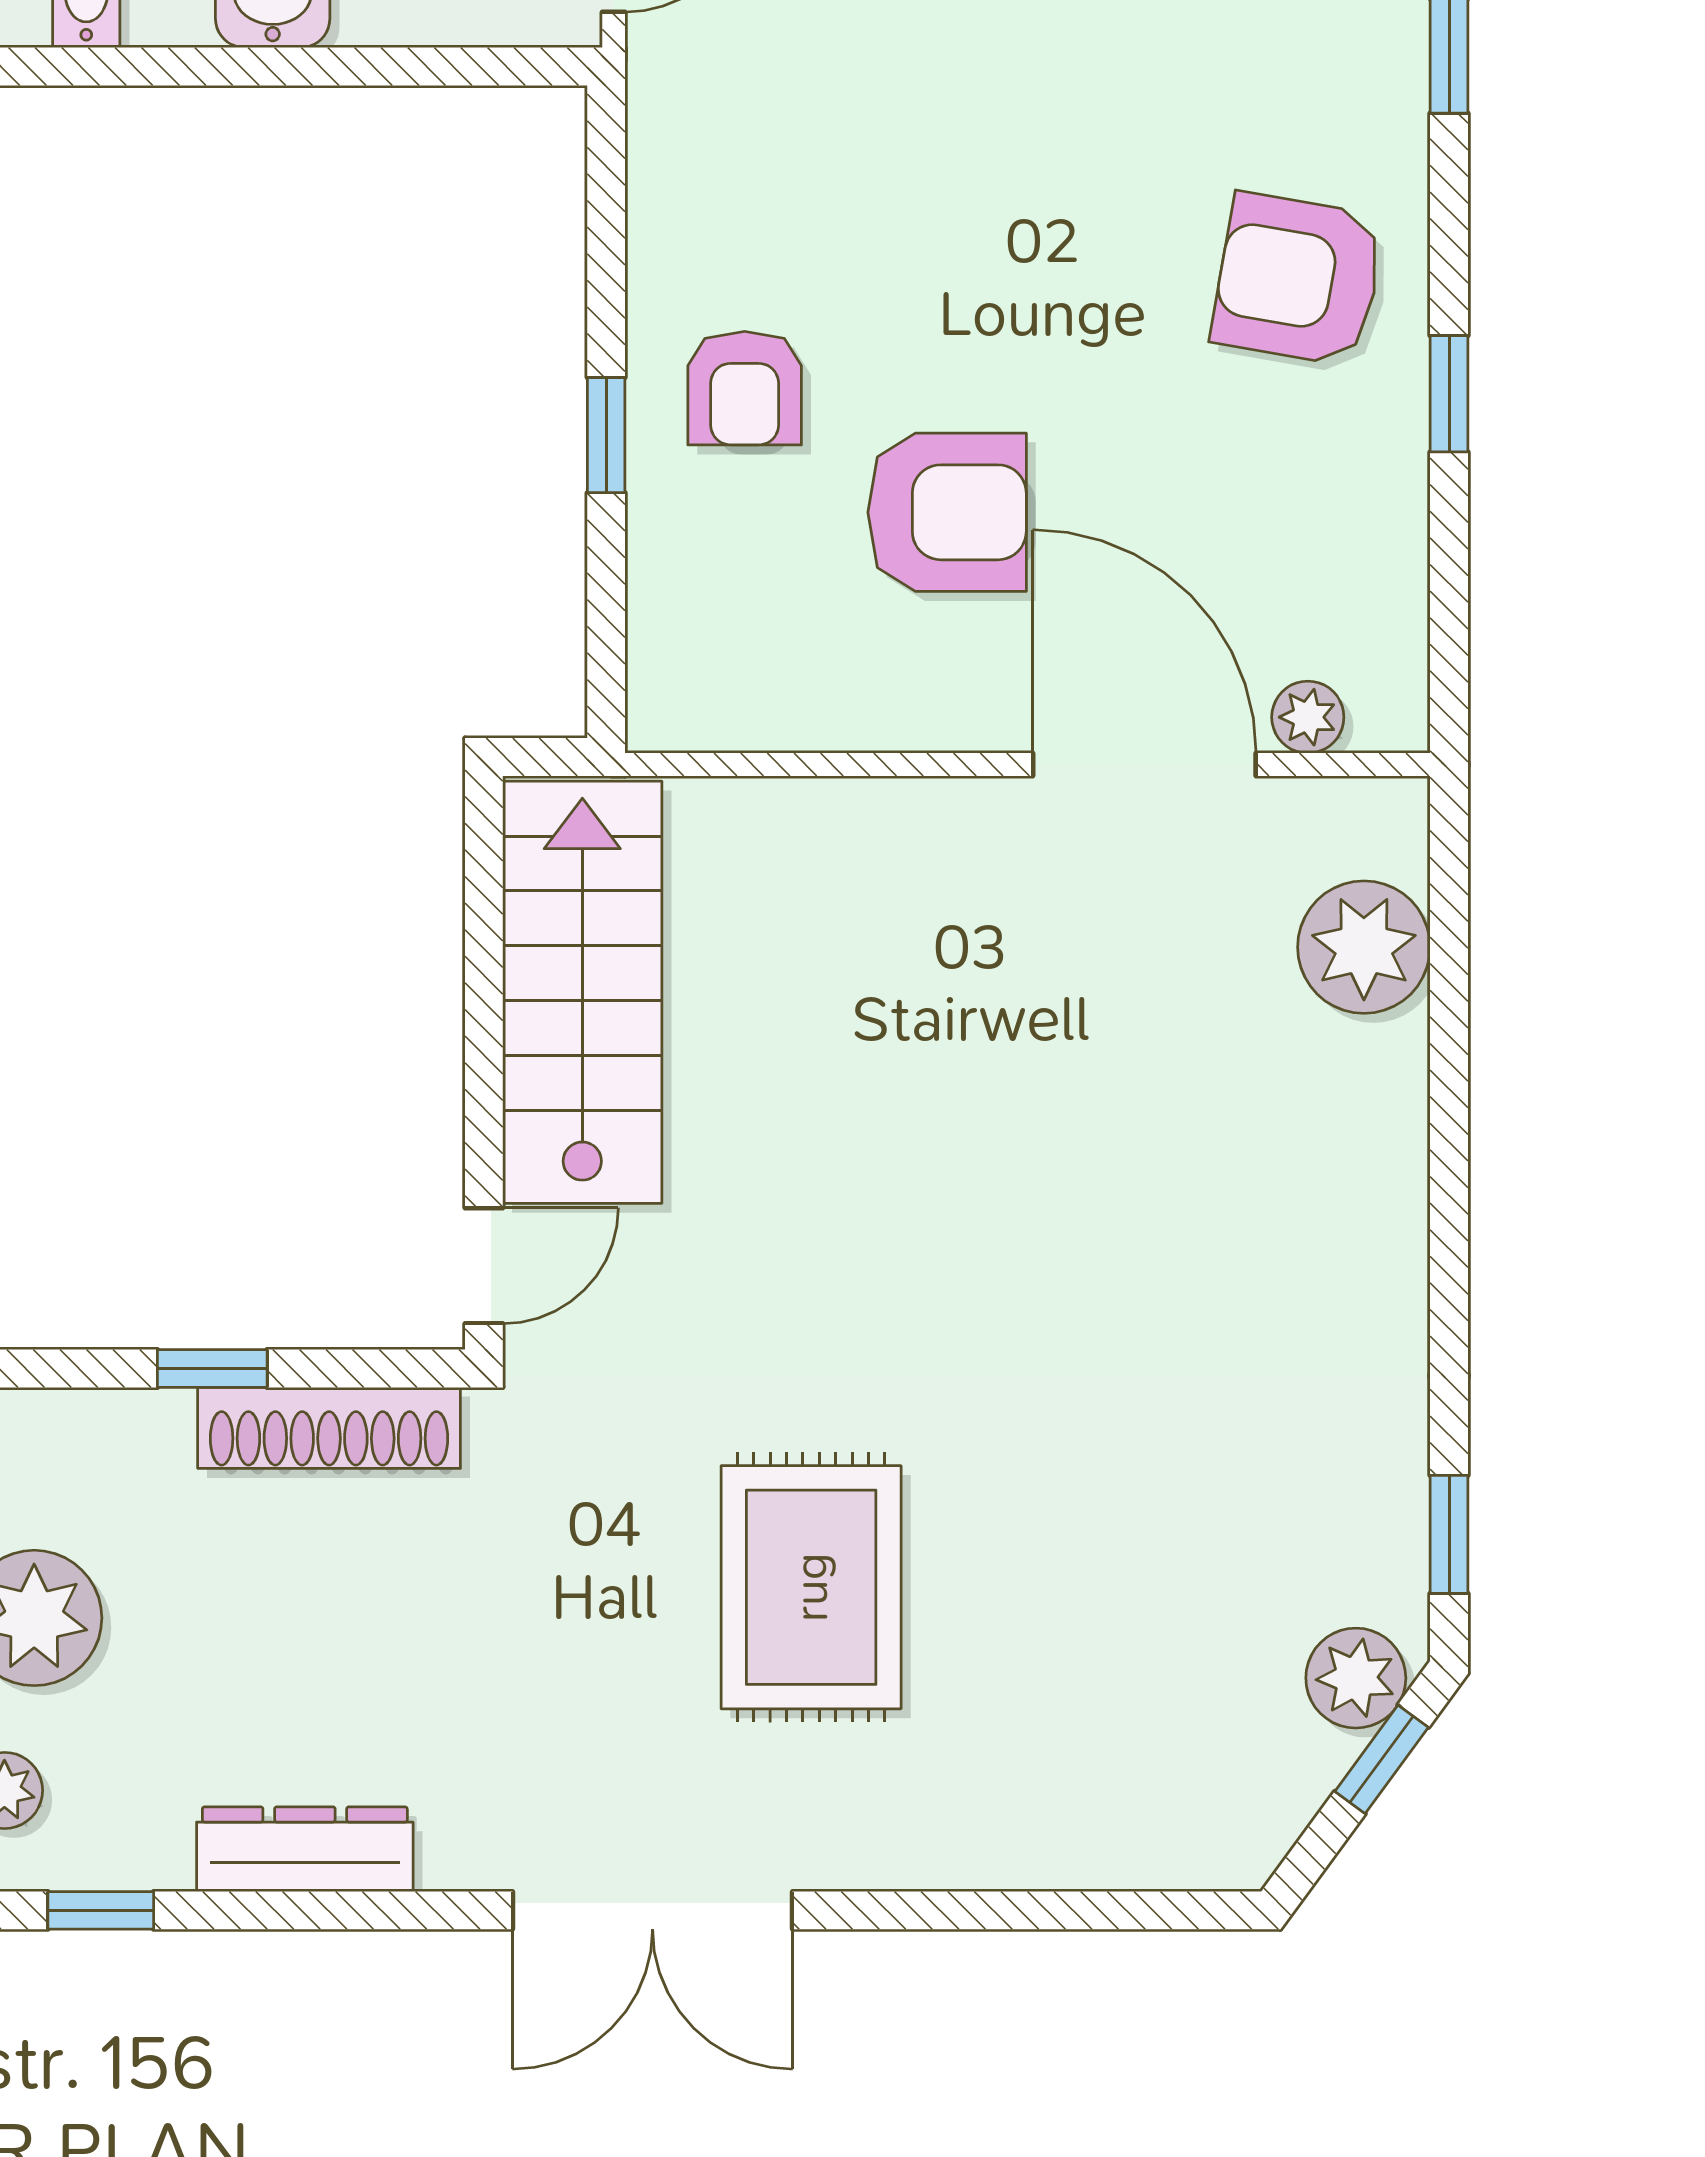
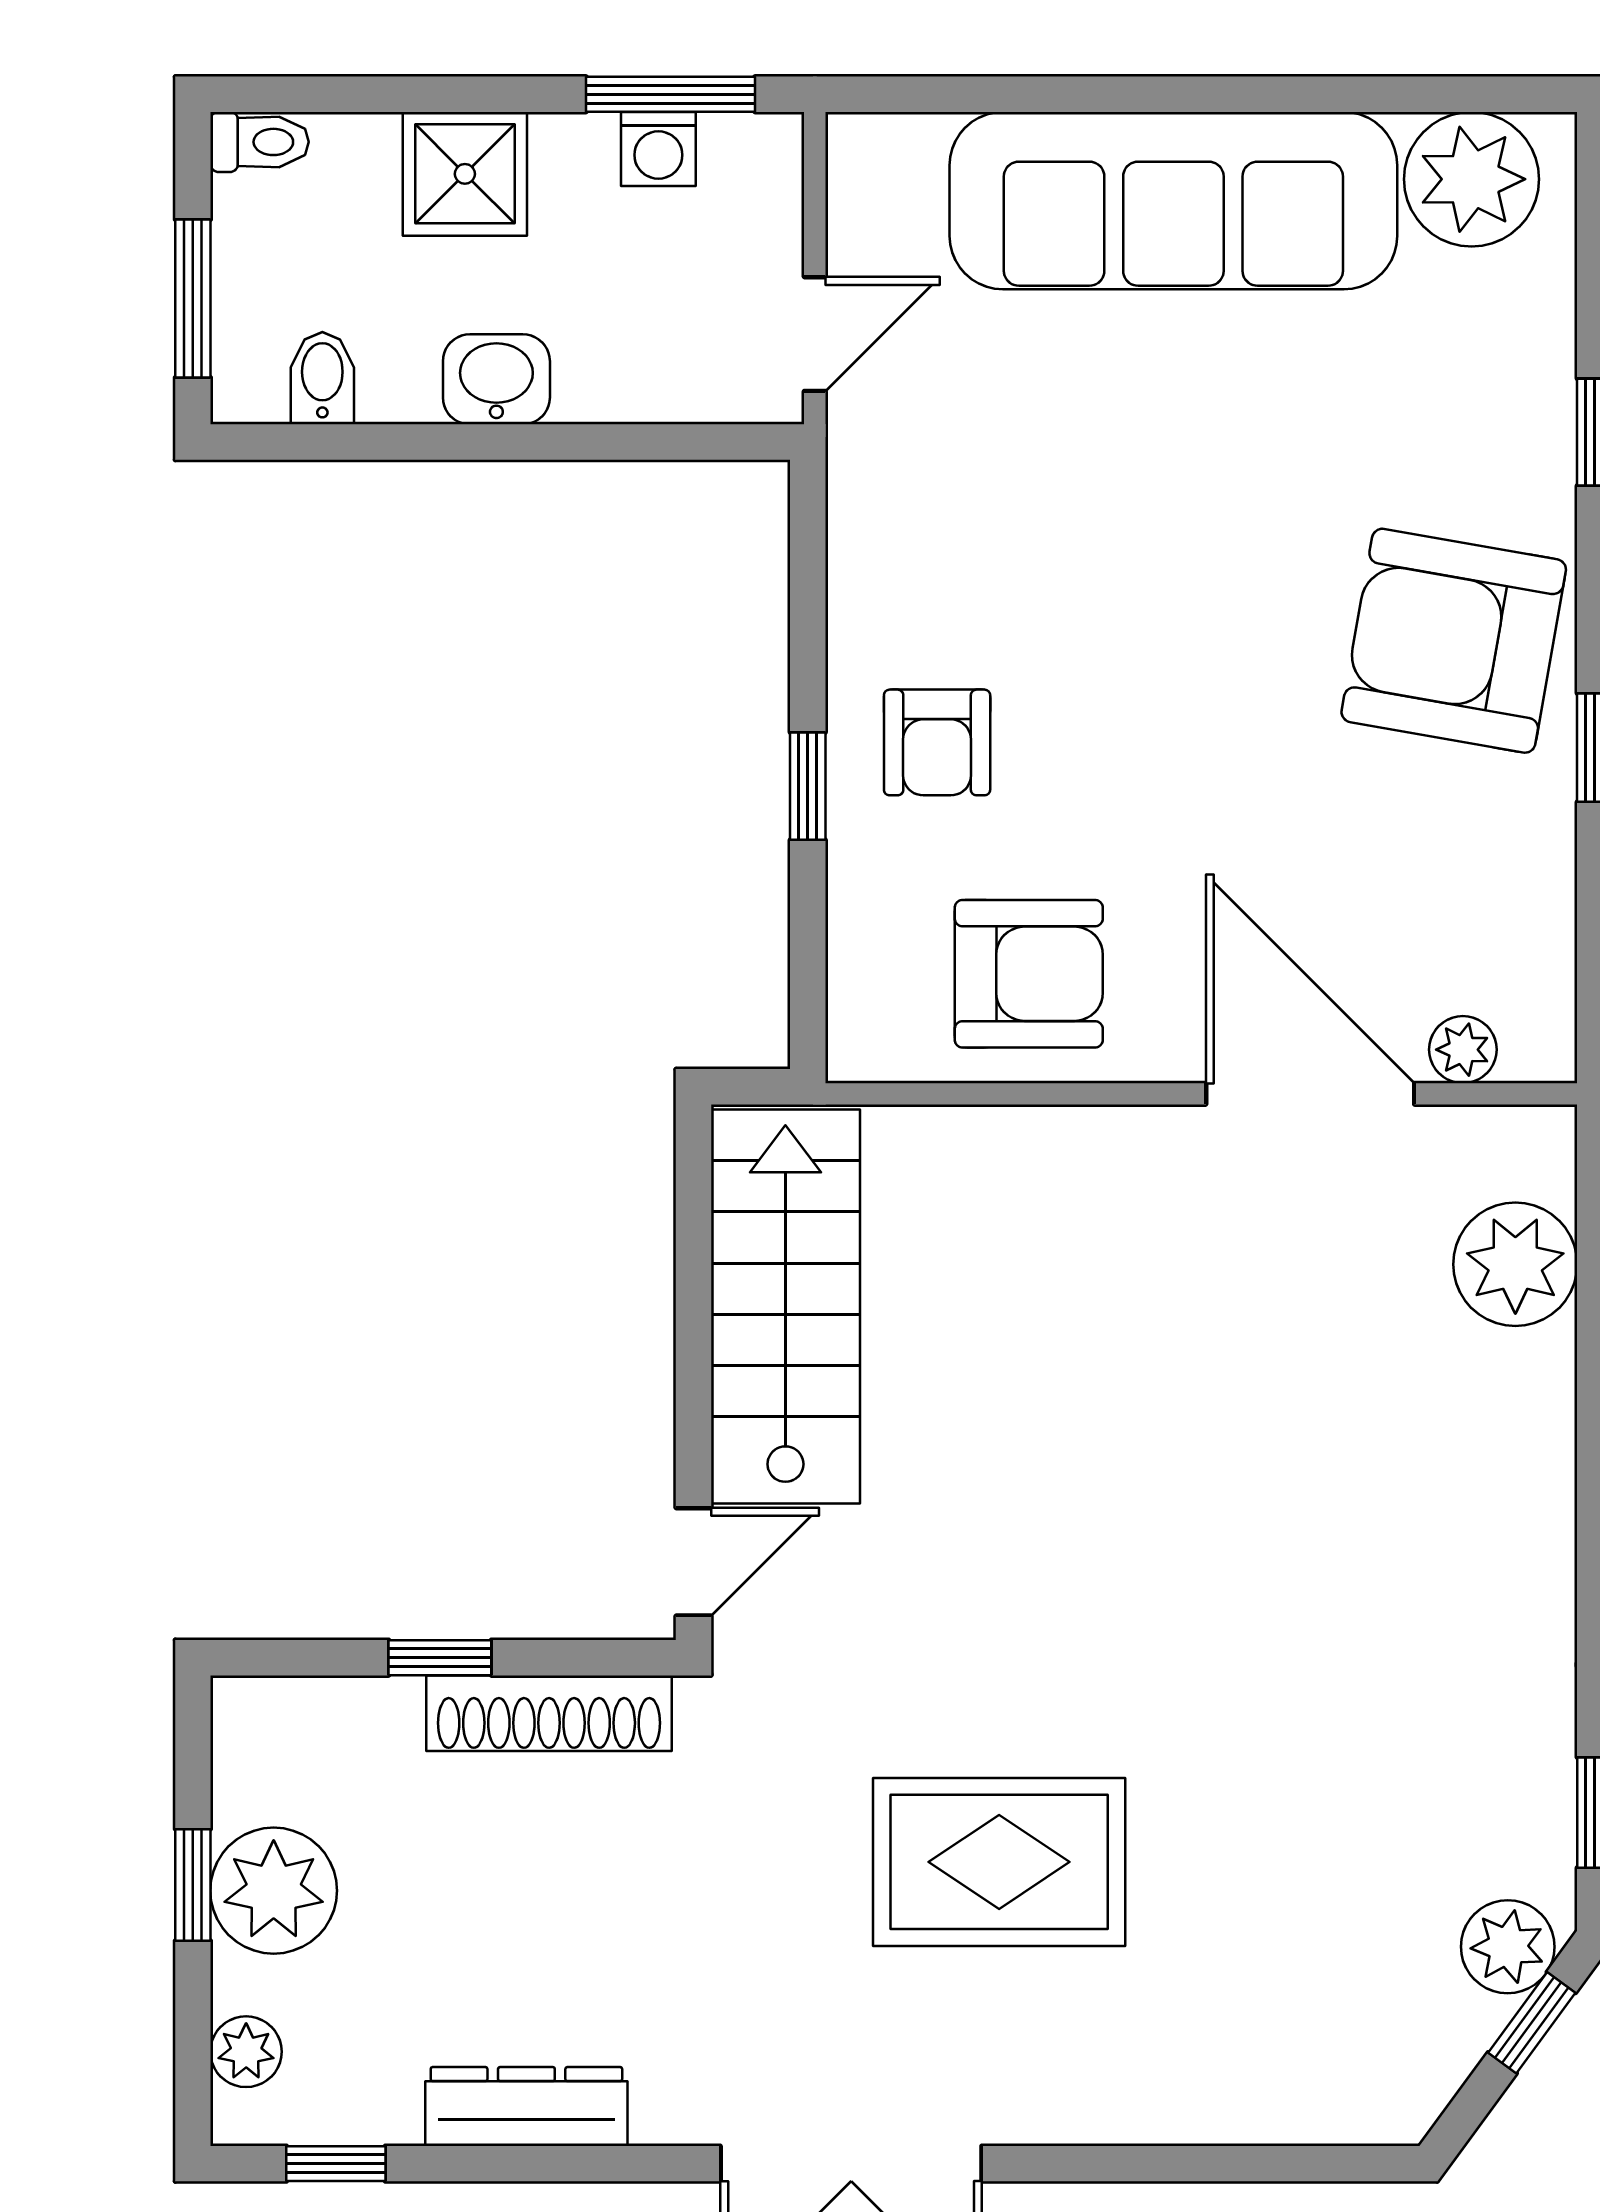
armchair: (1298, 279) -> (1454, 641), width x1.36, depth x1.36
armchair: (947, 512) -> (1029, 974), moved
rug: (811, 1587) -> (999, 1862), turned 90

